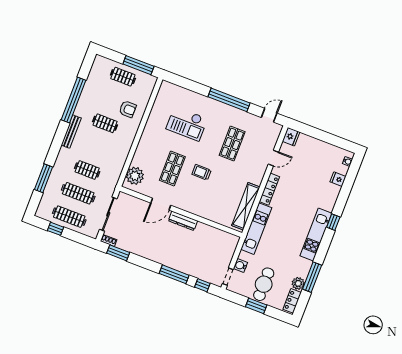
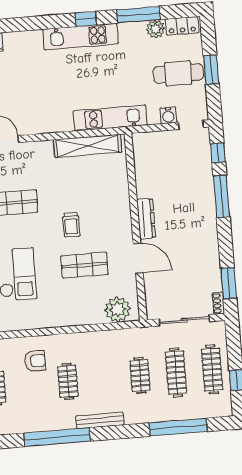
armchair: (128, 109) -> (35, 361), turned 90
window: (44, 178) -> (178, 427), width x1.46
locker: (269, 189) -> (51, 126), removed
window: (333, 222) -> (86, 19), moved

